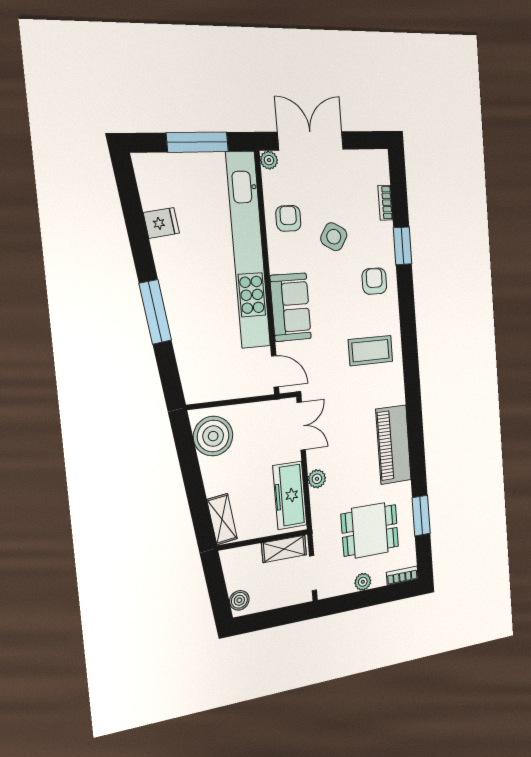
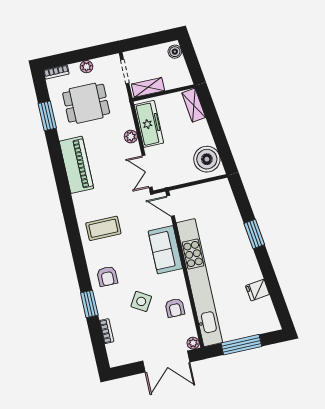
window: (155, 312) -> (254, 234), width x0.69

